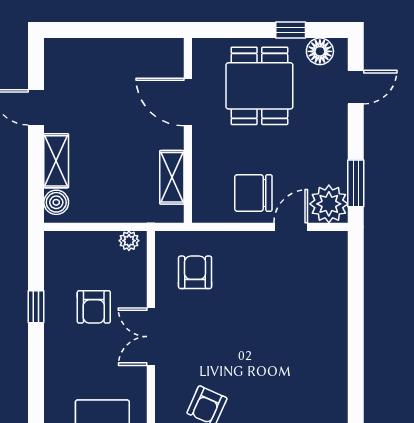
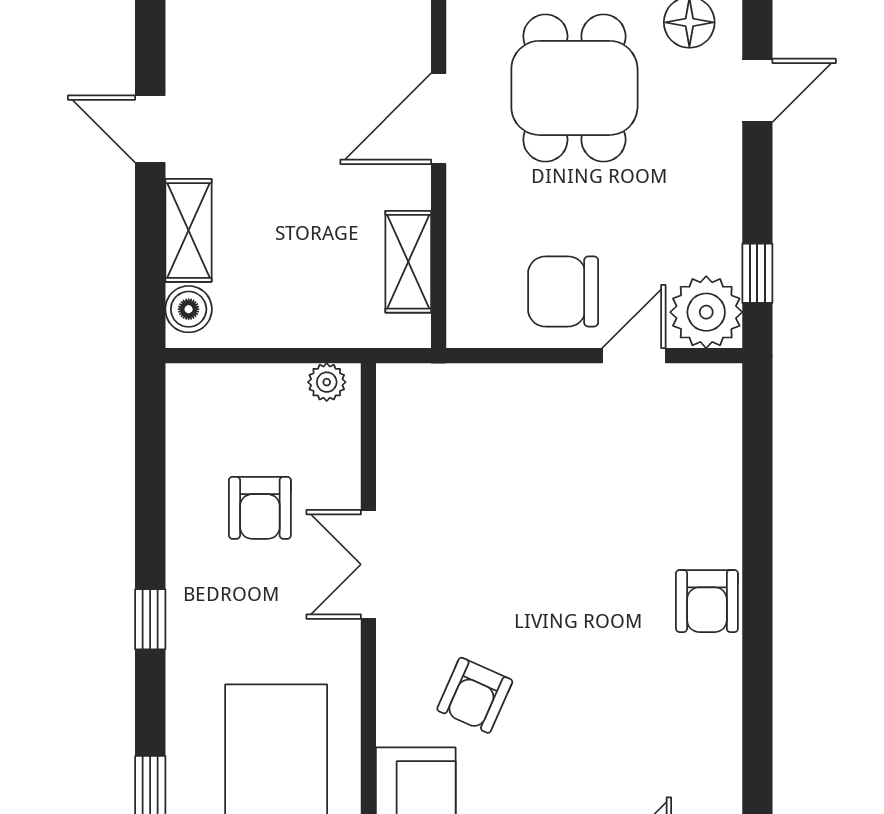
door: (188, 102) -> (439, 119), hinge flipped
window: (356, 183) -> (757, 273), width x0.67
armchair: (195, 272) -> (707, 601), moved, turned 180
window: (36, 307) -> (150, 619), moved

